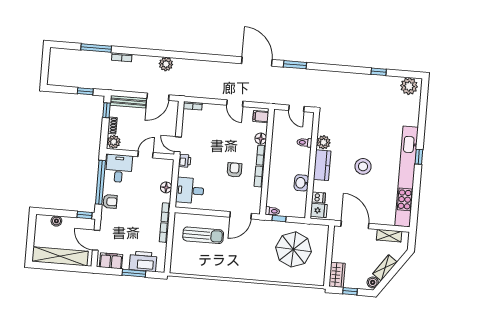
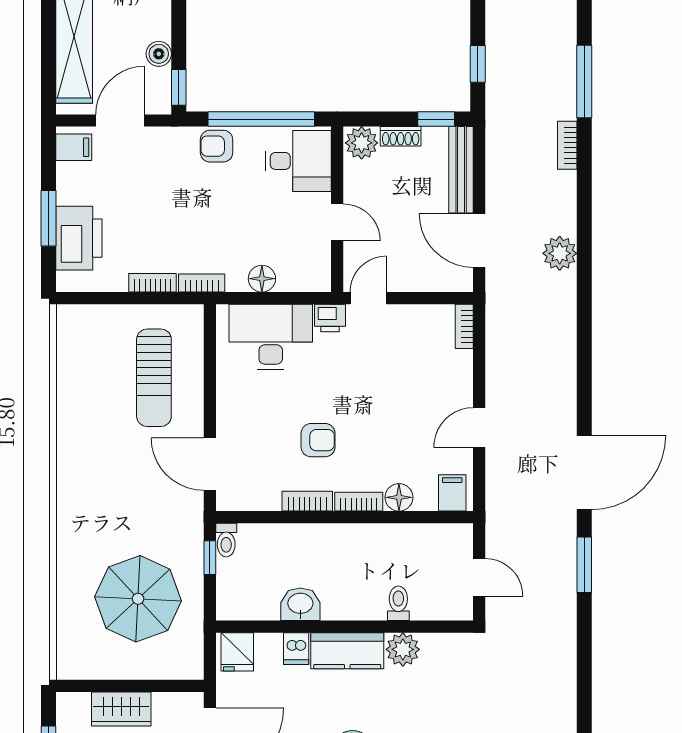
door: (296, 108) -> (479, 577), swing flipped
desk: (190, 190) -> (271, 337), width x1.37
dishwasher: (318, 198) -> (296, 649), moved
armchair: (110, 202) -> (217, 146), turned 90
boiler: (56, 221) -> (159, 54), moved
filing cabinet: (111, 261) -> (74, 147), width x0.50
wardrobe: (337, 275) -> (121, 709), moved

